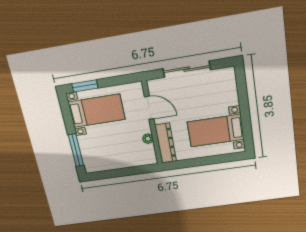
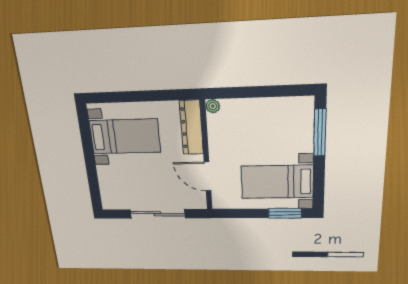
plant: (148, 139) -> (213, 106), moved

